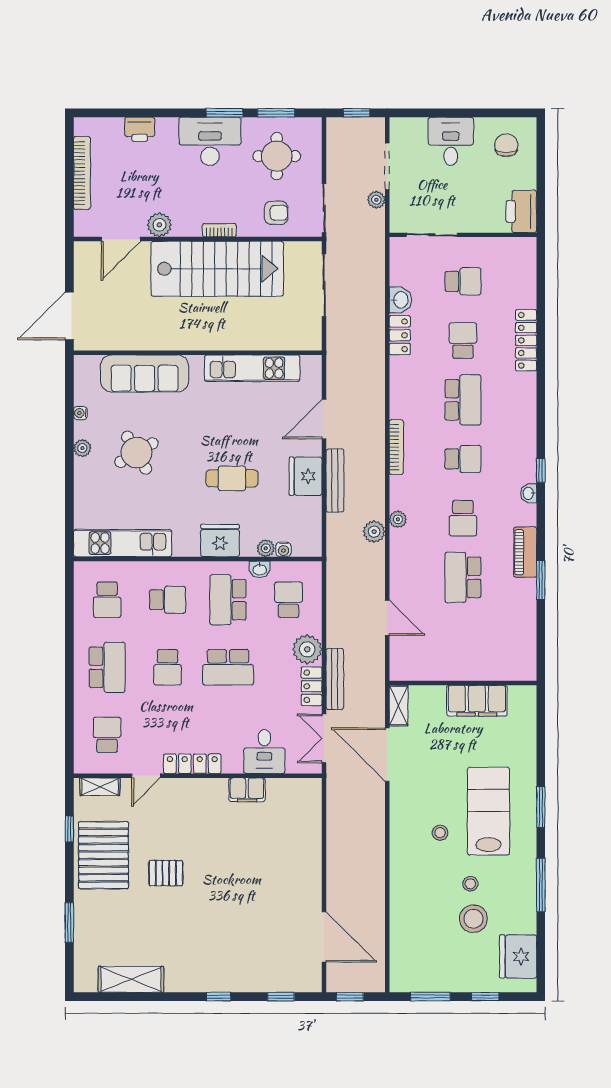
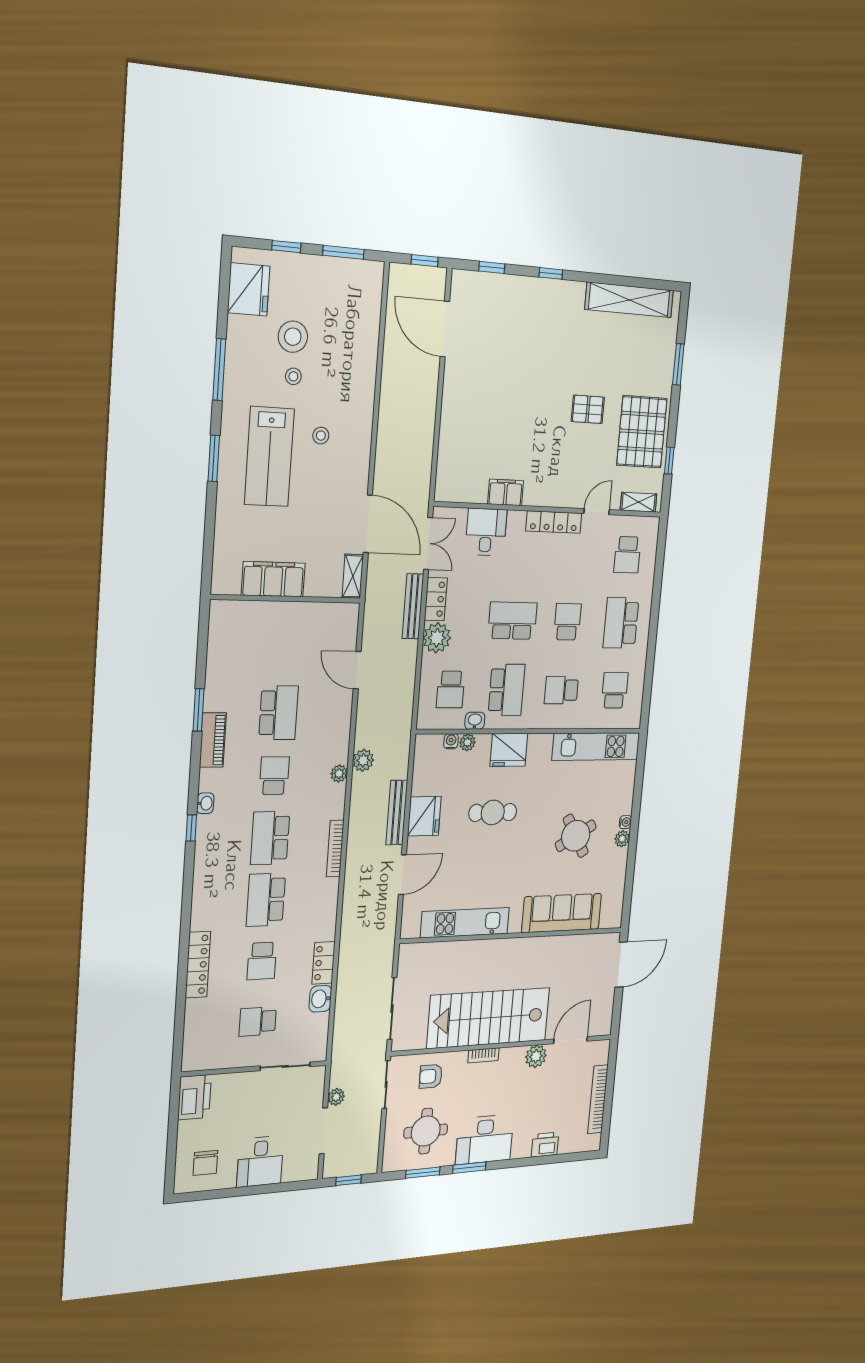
water cooler: (80, 413) -> (625, 822), moved
school desk: (463, 459) -> (270, 838), width x1.85
shelving: (131, 979) -> (629, 300), width x1.47

